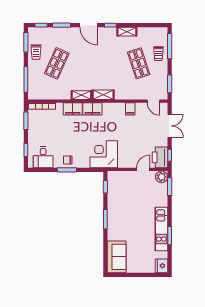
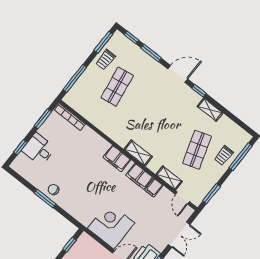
door: (89, 25) -> (178, 74), swing flipped
shop shelf: (57, 63) -> (117, 87), turned -33
shelving: (81, 95) -> (169, 178), moved
filing cabinet: (73, 109) -> (139, 176), moved
corner desk: (104, 154) -> (111, 226), moved
desk: (43, 157) -> (39, 149), moved, turned 90

